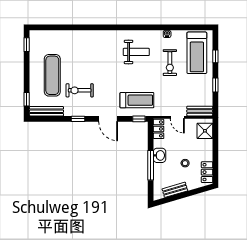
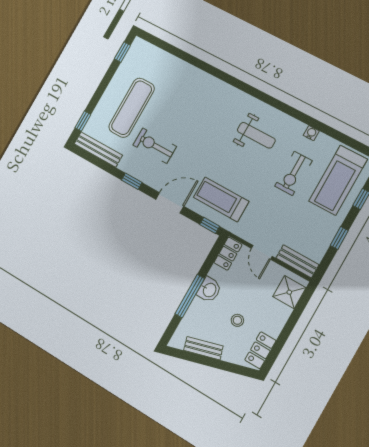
treadmill: (137, 100) -> (221, 199), turned 180
door: (108, 119) -> (170, 203), swing flipped

